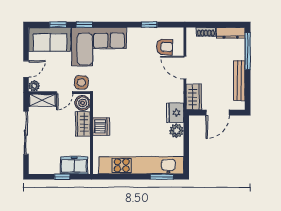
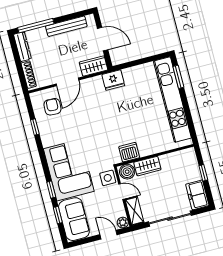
shoe rack: (206, 32) -> (29, 75), width x1.43
dishwasher: (101, 126) -> (129, 152), moved
plant: (176, 131) -> (130, 74), removed
freezer: (74, 165) -> (197, 195), moved

